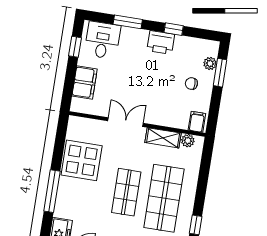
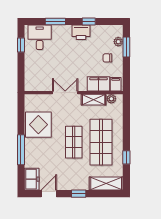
filing cabinet: (85, 83) -> (99, 84), moved, turned -90

